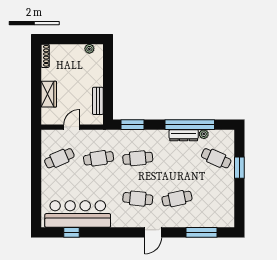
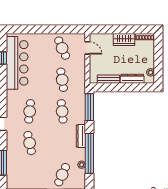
dresser: (97, 72) -> (132, 79), added
wardrobe: (49, 94) -> (124, 39), moved
window: (133, 125) -> (89, 107), width x1.44
door: (72, 127) -> (87, 48), moved
dresser: (184, 135) -> (81, 136), moved

